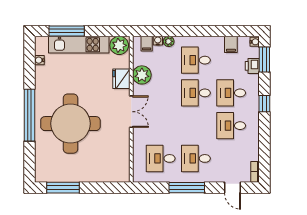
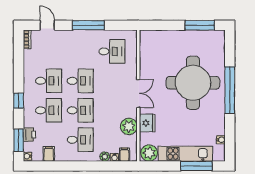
double door: (131, 112) -> (138, 93), swing flipped
desk: (196, 158) -> (80, 81), moved

